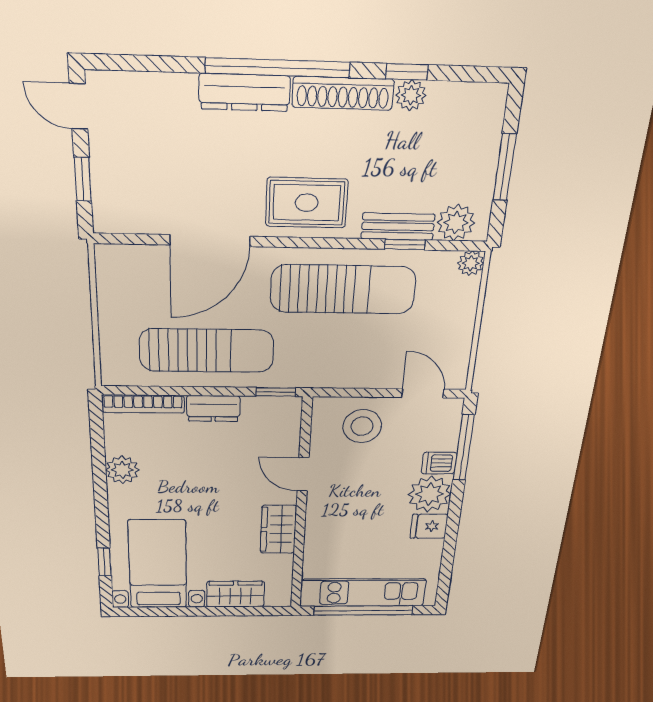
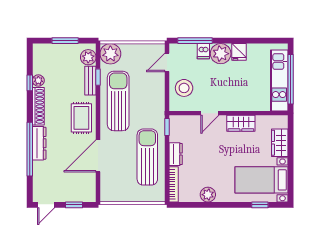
window: (278, 68) -> (30, 149), moved
door: (210, 241) -> (98, 156), swing flipped
plant: (471, 263) -> (110, 54), width x1.87, depth x1.87

